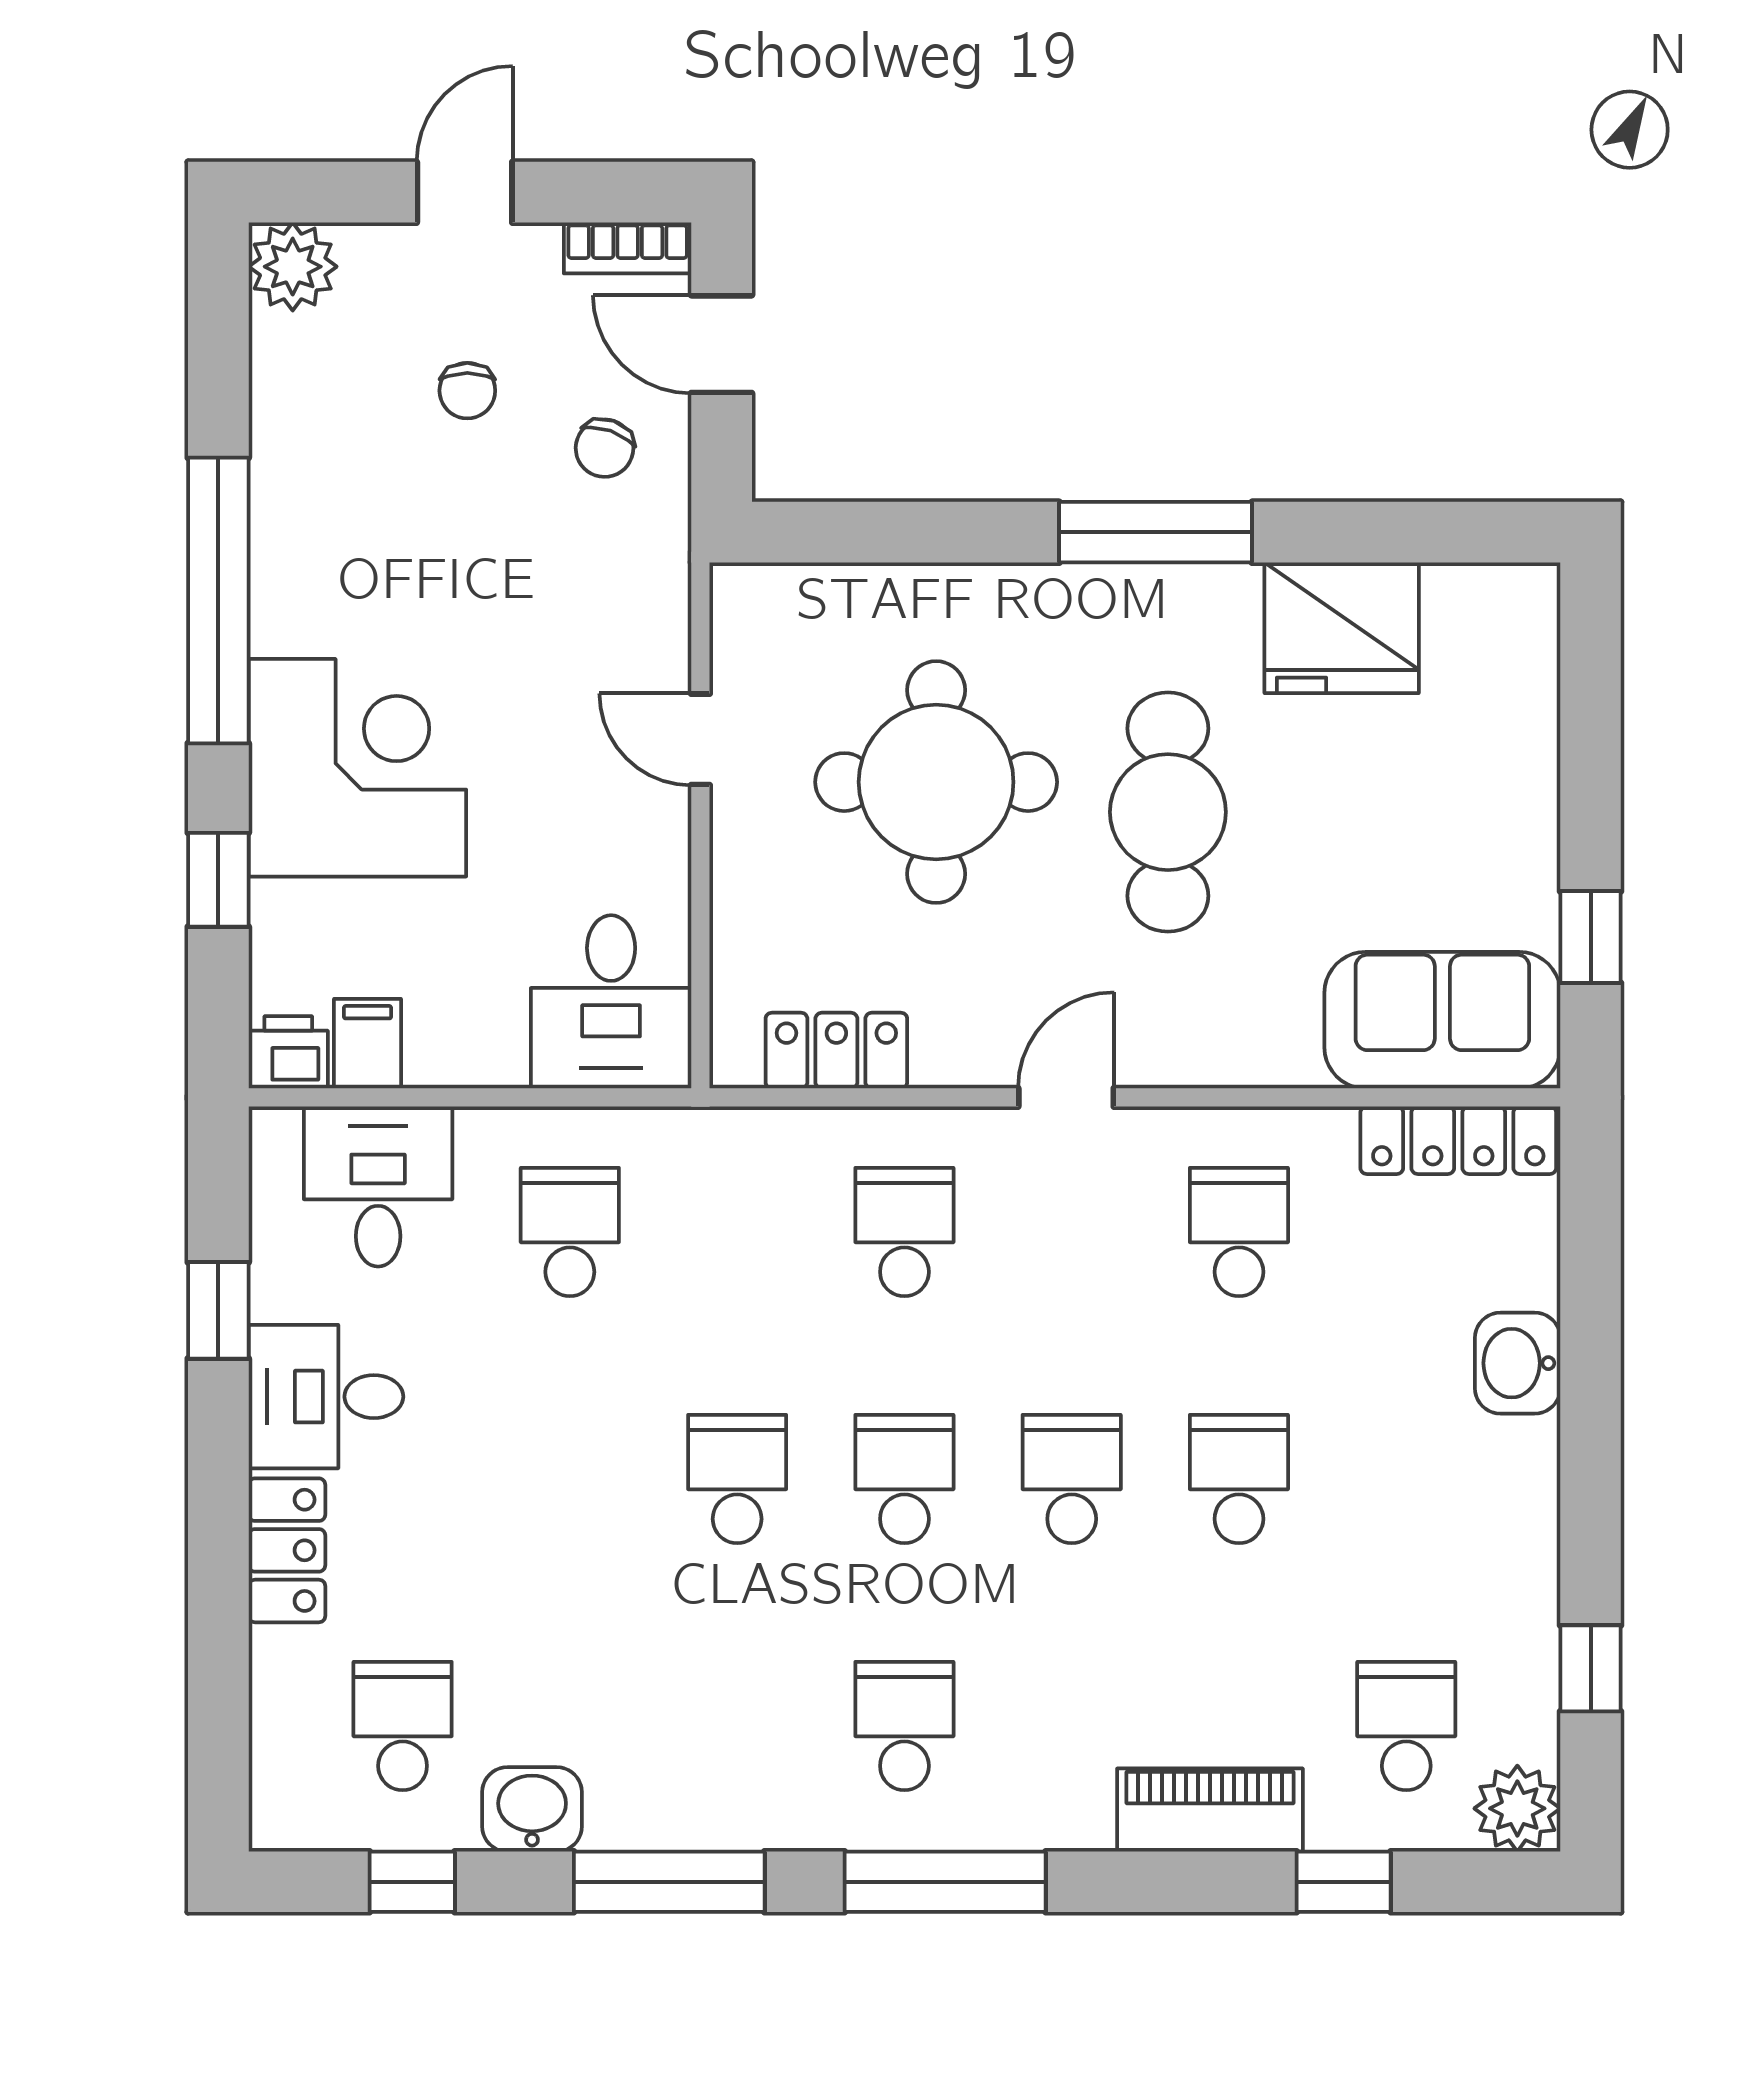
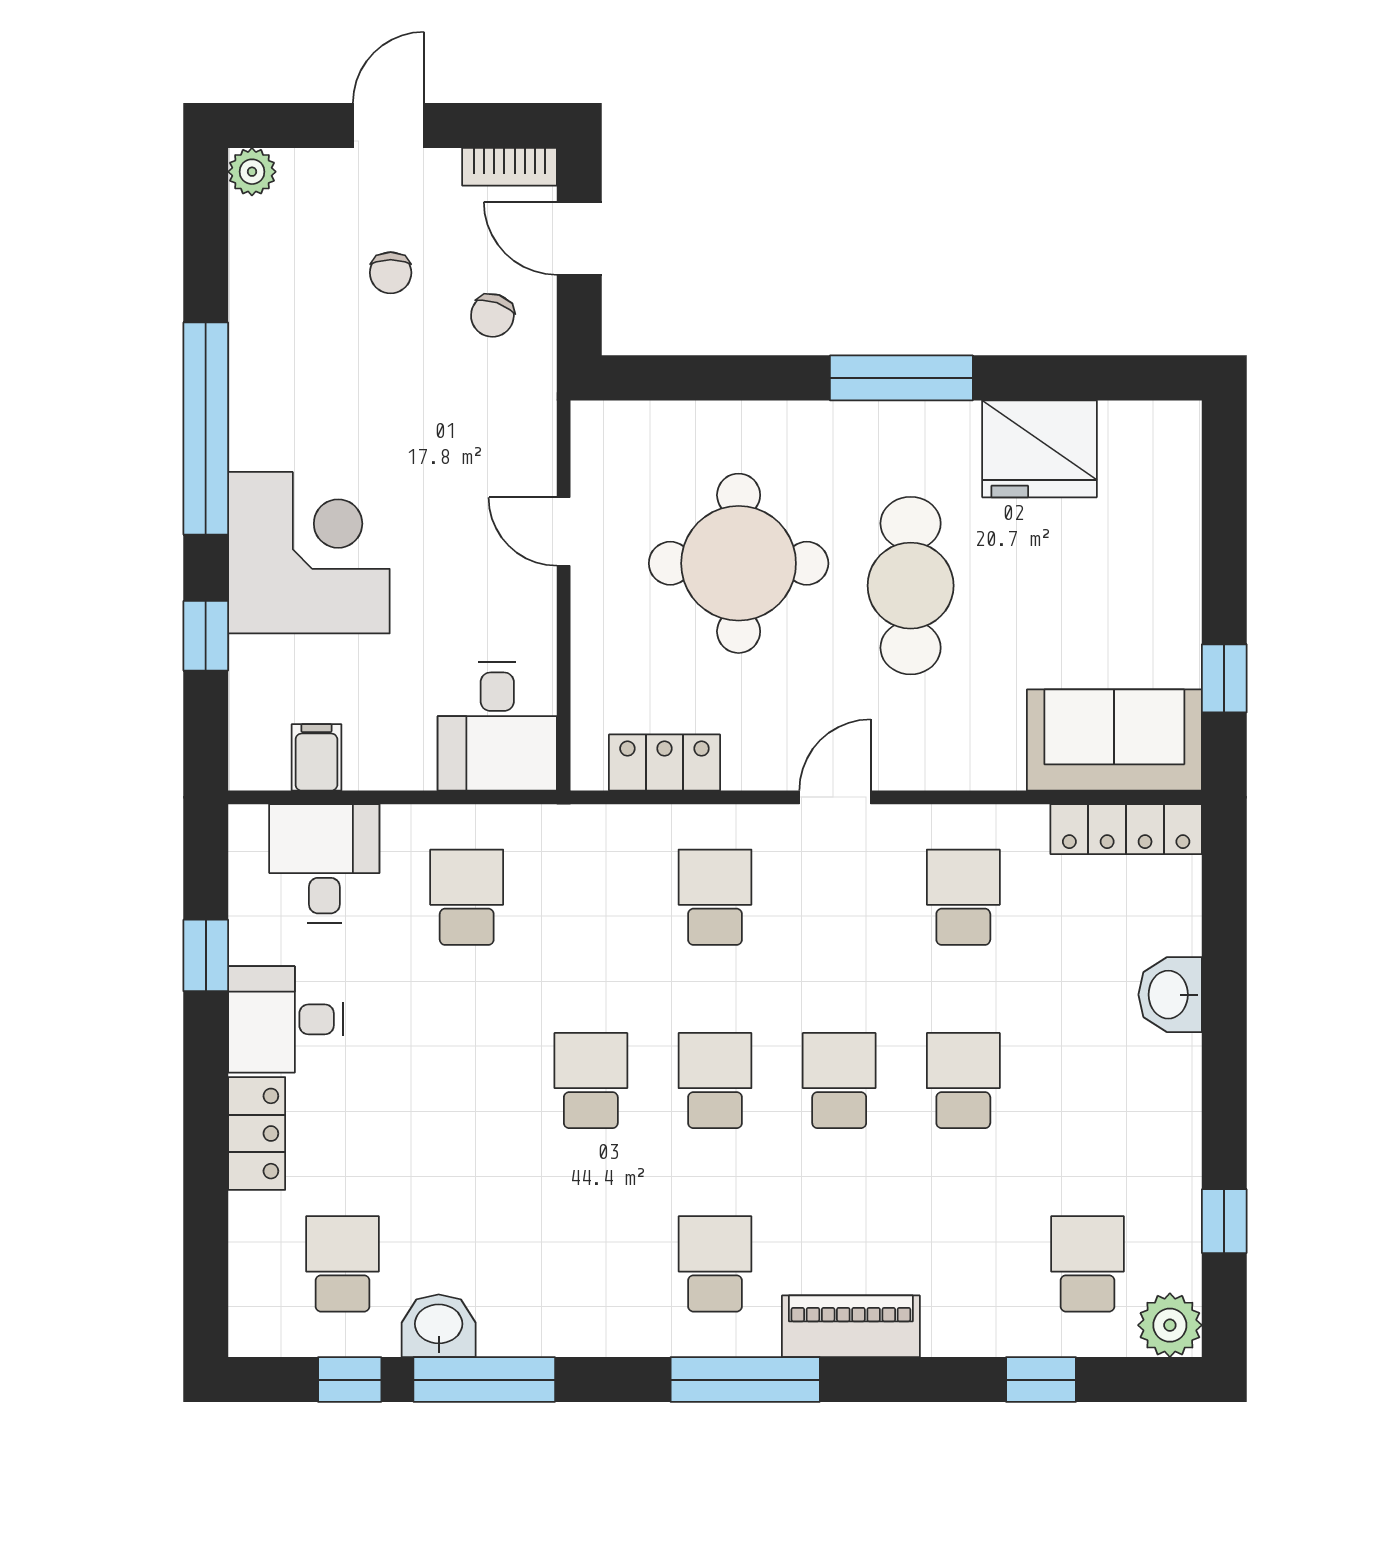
plant: (293, 267) -> (252, 172), width x0.73, depth x0.73
printer: (288, 1052) -> (258, 764), removed
piano: (1210, 1810) -> (851, 1326), moved
window: (669, 1882) -> (484, 1380), moved

